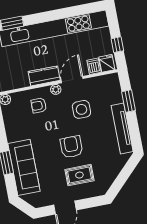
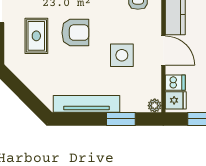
plant: (56, 89) -> (155, 106), moved

